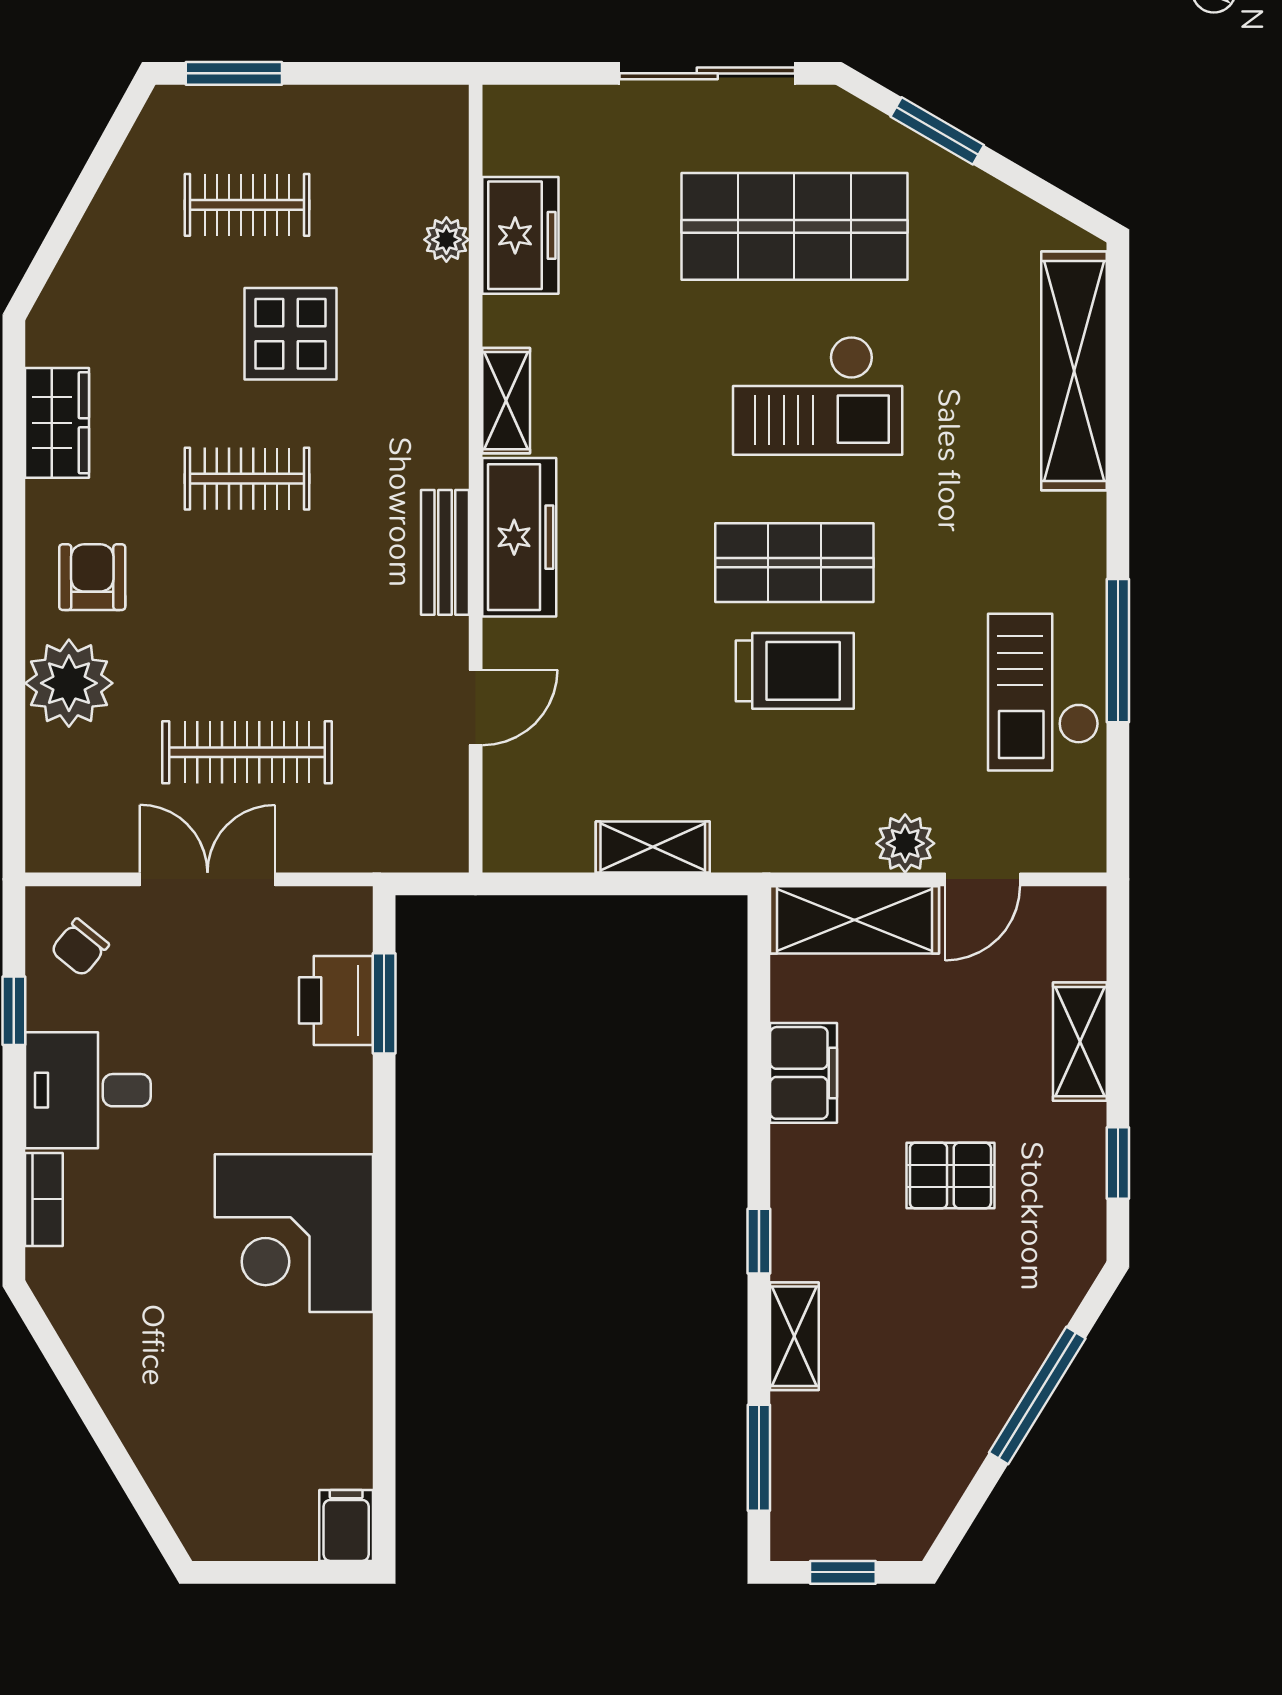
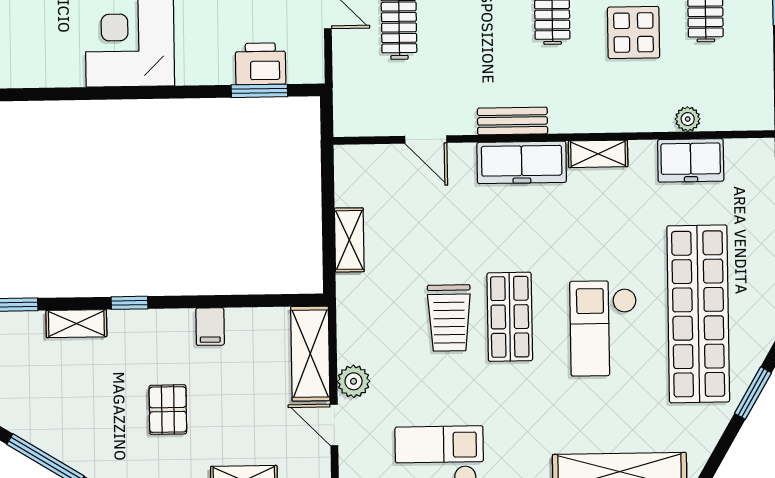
shop shelf: (794, 226) -> (698, 314), width x1.40
filing cabinet: (803, 1073) -> (210, 327), width x0.50

